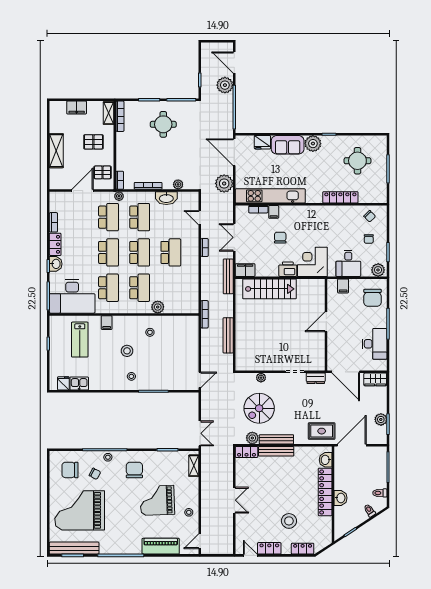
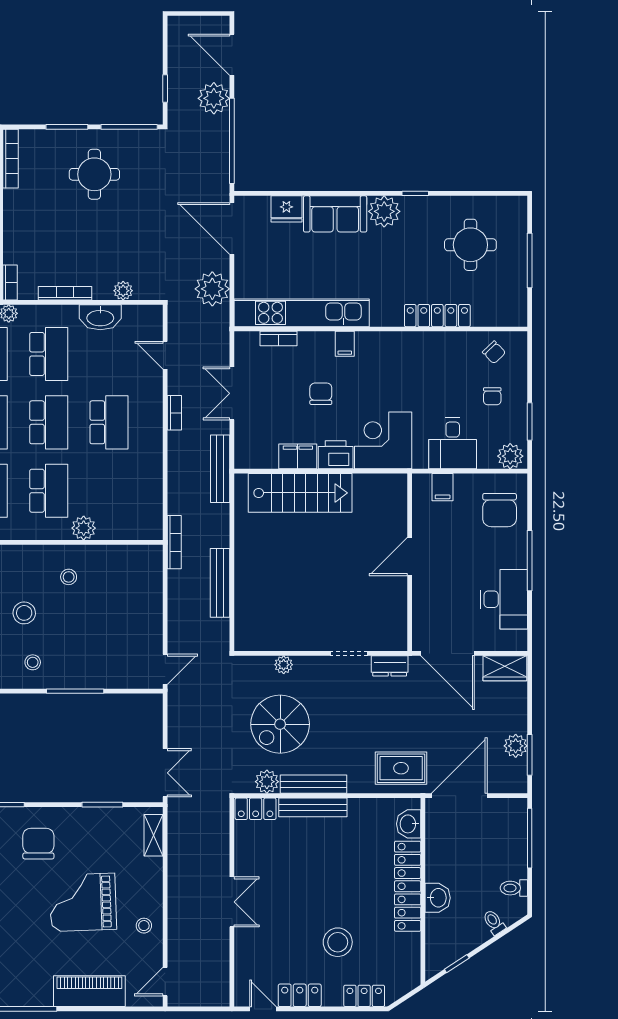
filing cabinet: (274, 212) -> (345, 344), moved
filing cabinet: (245, 270) -> (298, 456), moved

